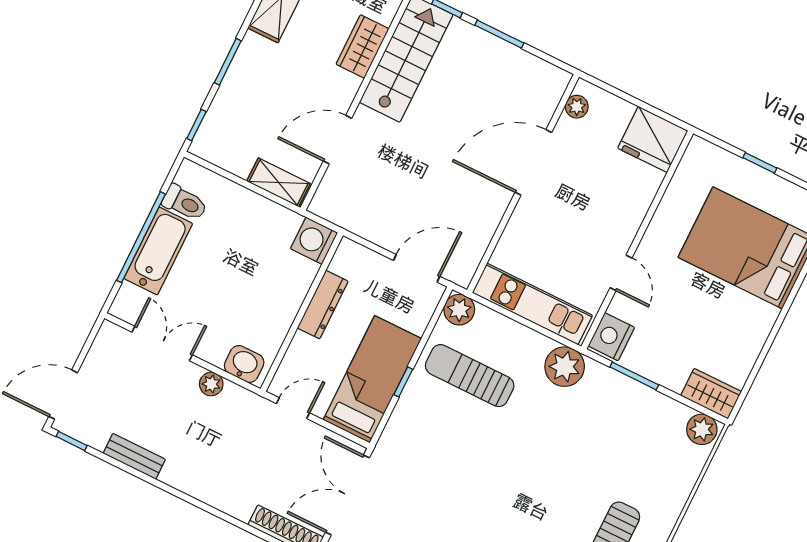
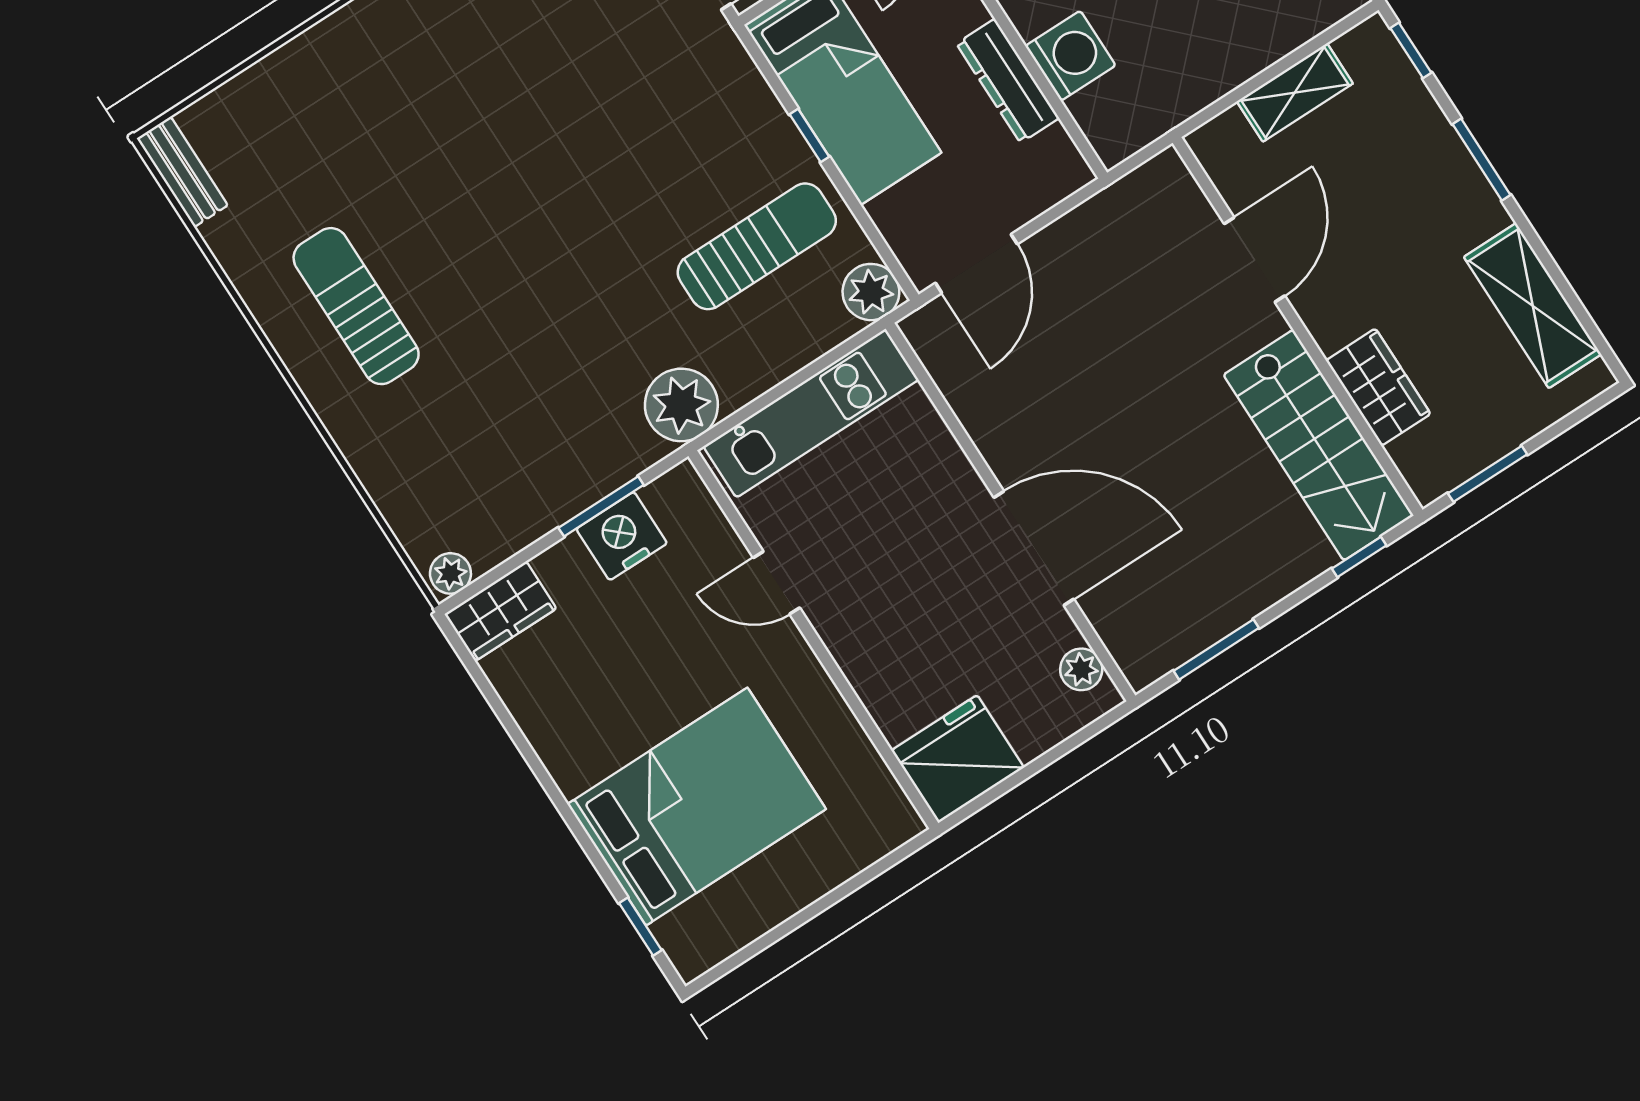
window: (499, 34) -> (1216, 649), moved
door: (533, 162) -> (1034, 548), hinge flipped
window: (760, 163) -> (819, 906), removed
shelving: (279, 182) -> (1295, 92), moved
washing machine: (314, 241) -> (1070, 56), moved
nightstand: (611, 337) -> (622, 536), moved, turned -90
plant: (702, 429) -> (450, 573), width x0.73, depth x0.73

